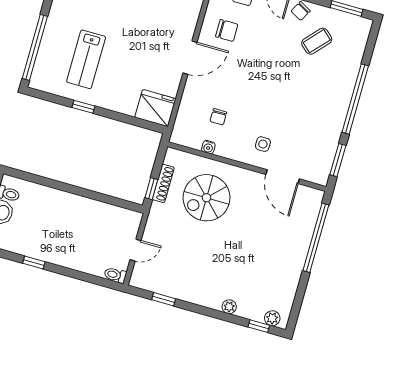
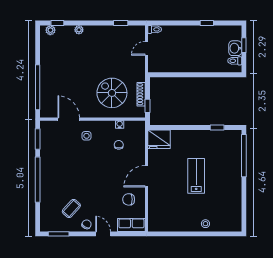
lab bench: (86, 59) -> (196, 176), moved
window: (83, 107) -> (217, 127), moved
window: (151, 189) -> (147, 106), moved
spiral stairs: (206, 198) -> (112, 93), turned -90

